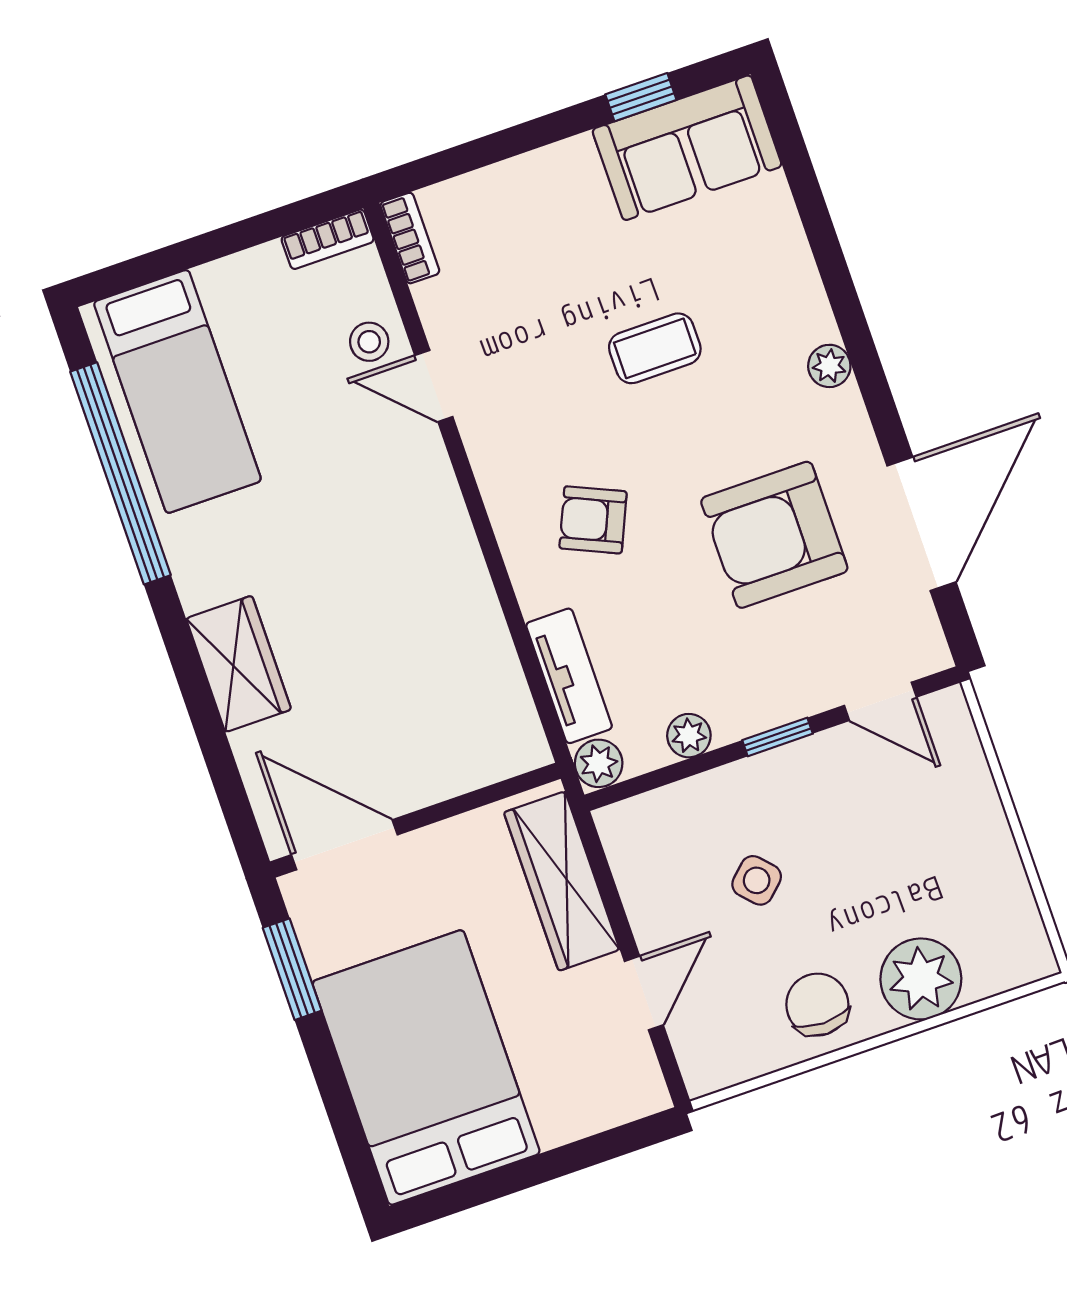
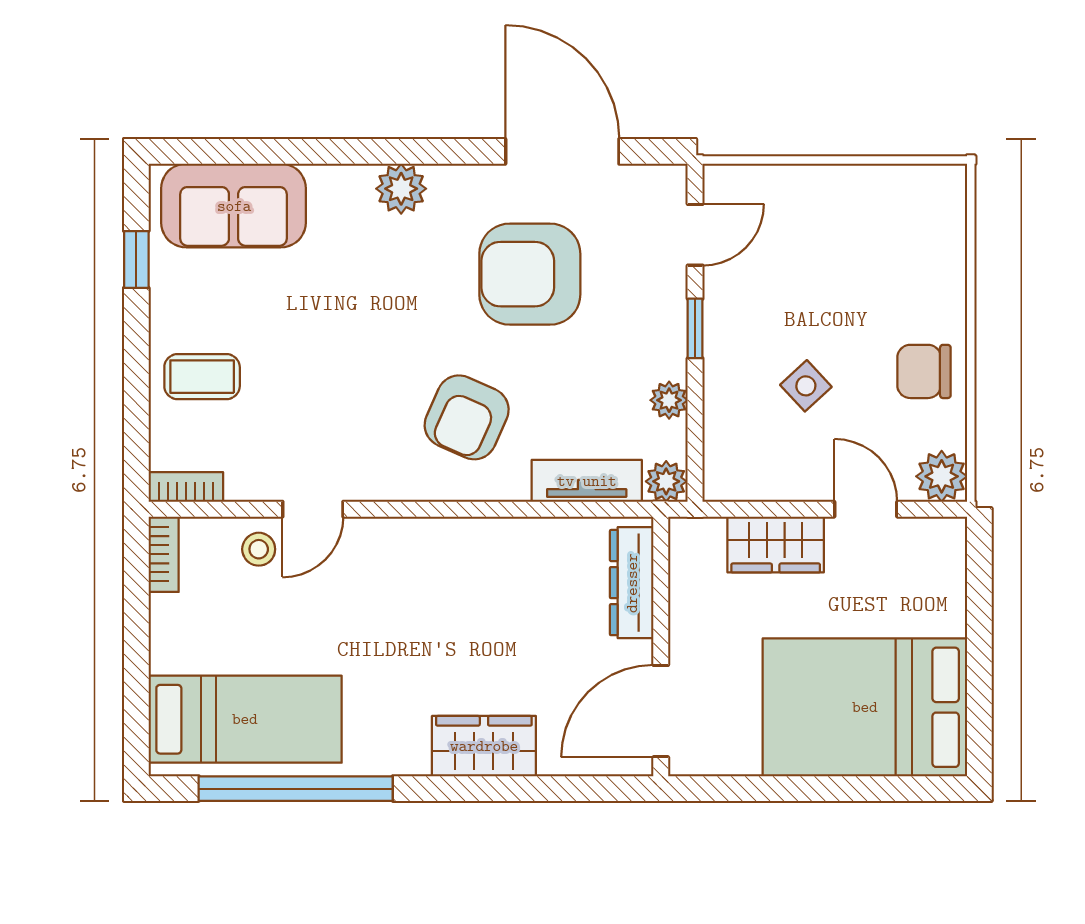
sofa: (687, 148) -> (234, 206), moved, turned 90
coffee table: (655, 348) -> (202, 377), moved, turned 90
plant: (829, 366) -> (401, 189), width x1.38, depth x1.38
armchair: (593, 520) -> (467, 417), width x1.38, depth x1.38
armchair: (774, 535) -> (530, 274), turned 90
dresser: (474, 764) -> (632, 583), added
wardrobe: (562, 881) -> (776, 544), width x0.67
window: (292, 969) -> (747, 789), removed
plant: (921, 979) -> (942, 476), moved, width x0.73, depth x0.73

